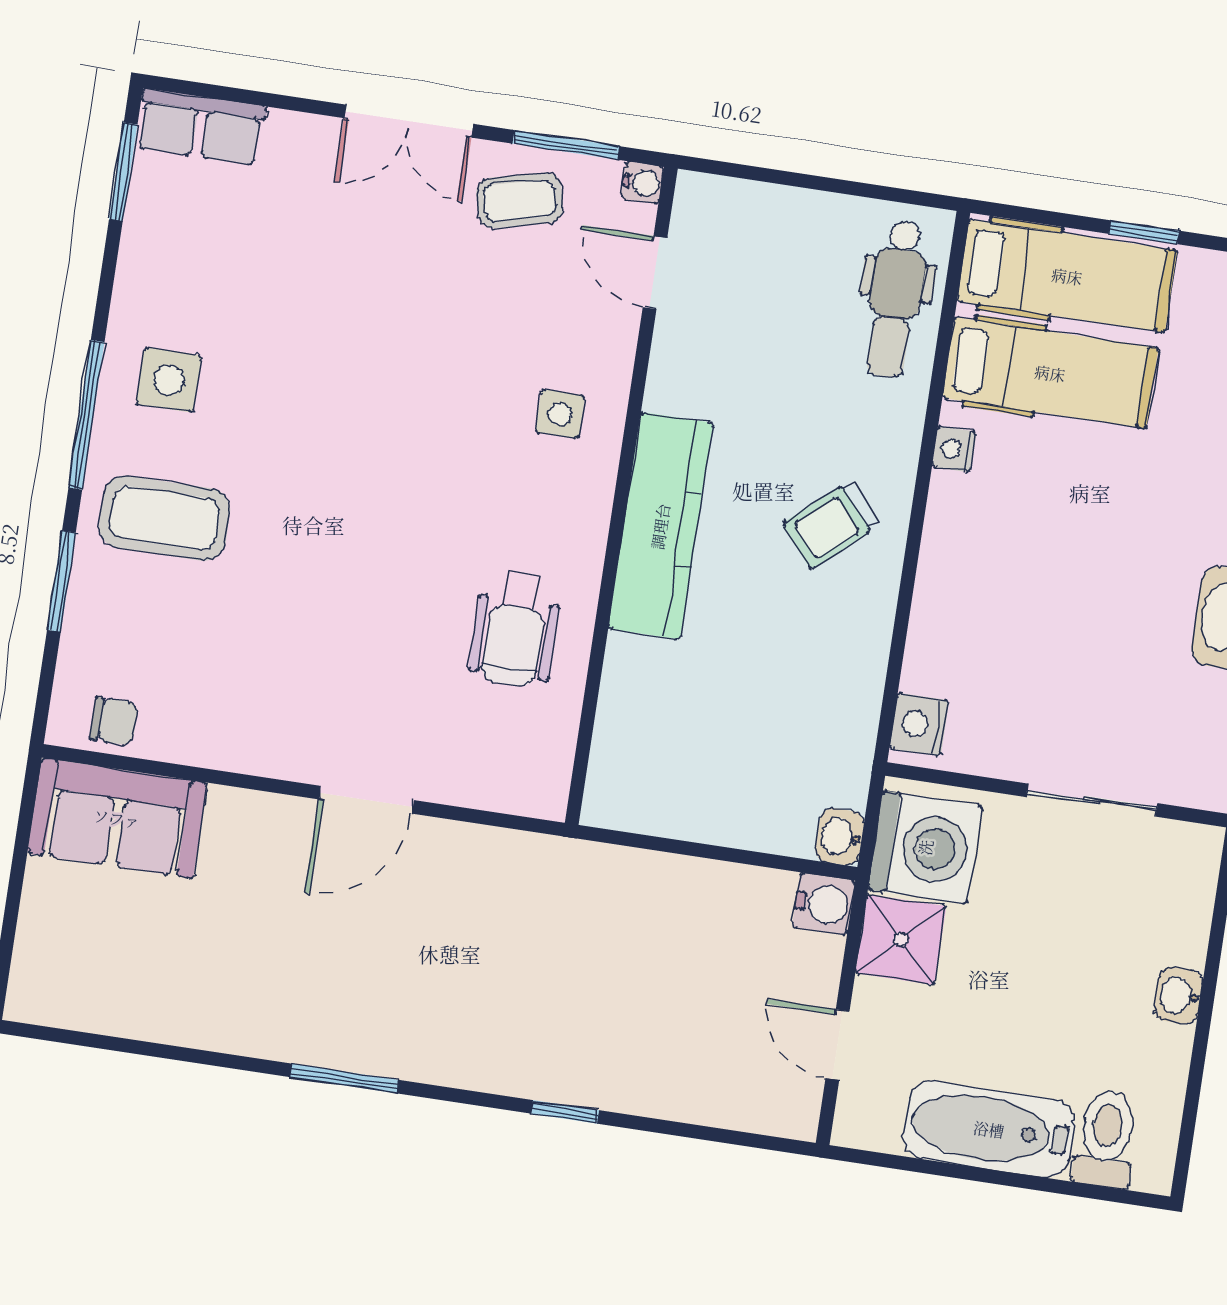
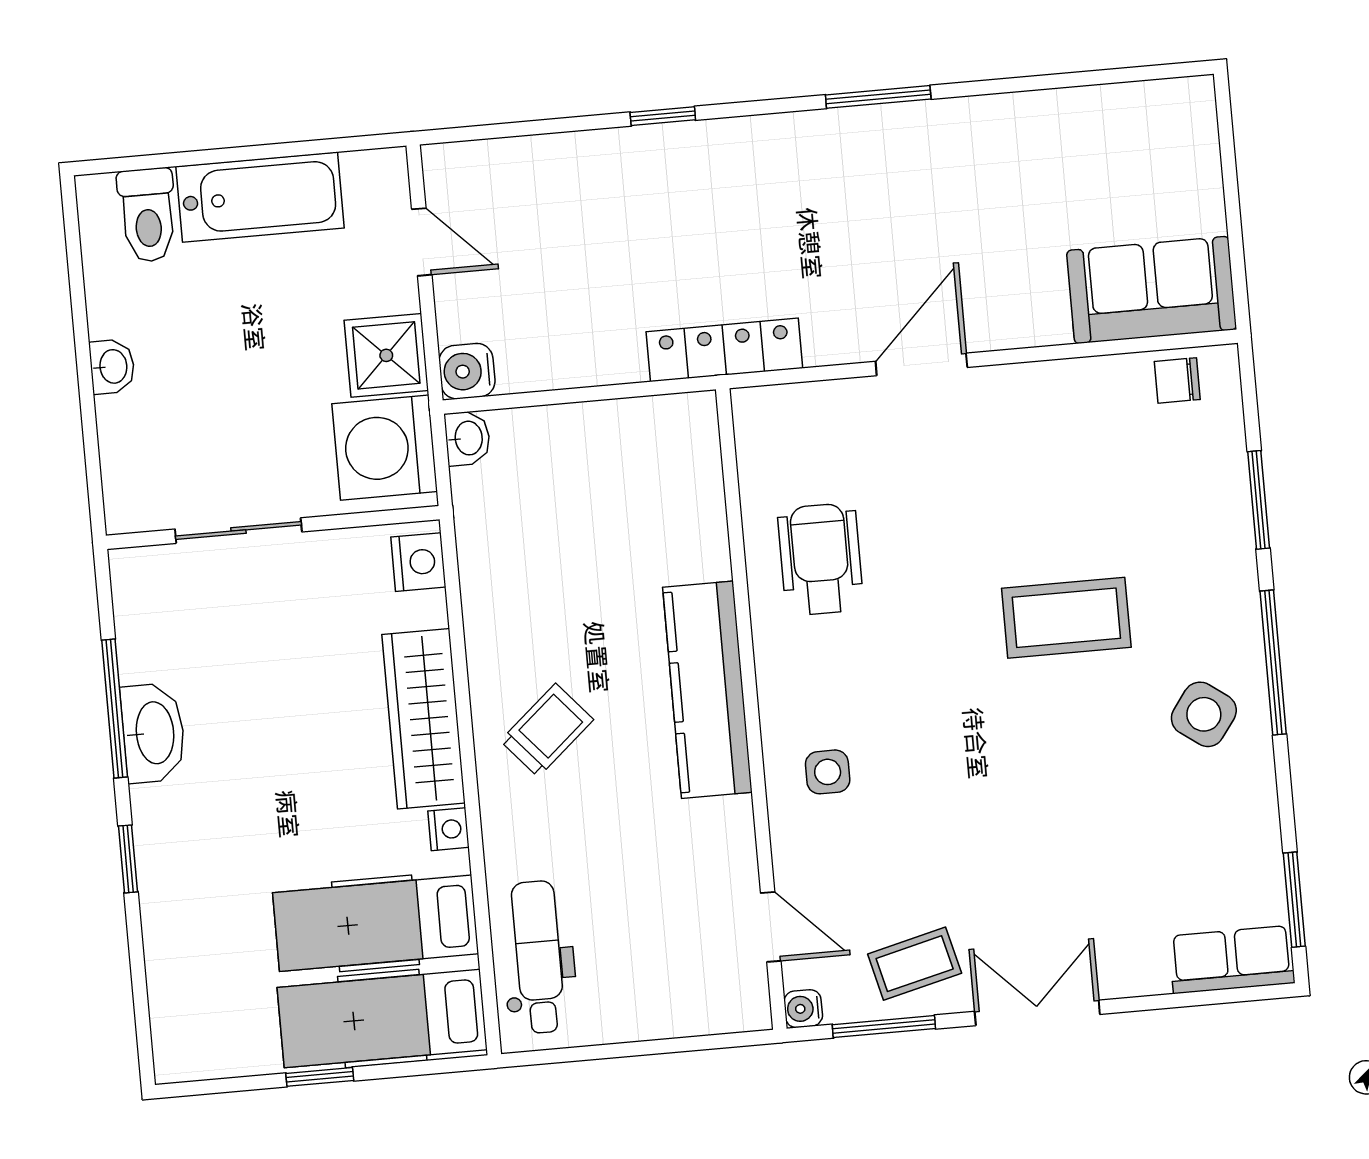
side table: (169, 380) -> (1204, 714), turned 36
coffee table: (165, 518) -> (1066, 618), moved
wardrobe: (952, 566) -> (424, 719), added
locker: (560, 862) -> (724, 350), added

